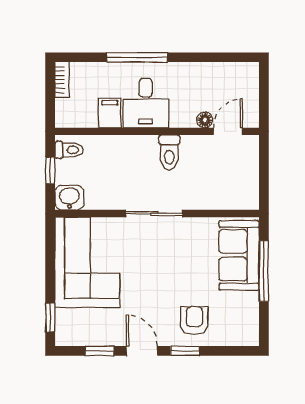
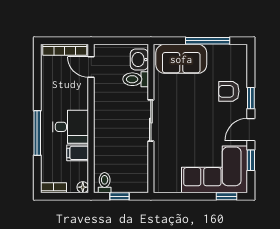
bookcase: (251, 95) -> (65, 50), added
floor lamp: (205, 120) -> (83, 187), moved
toilet: (169, 152) -> (136, 79), moved, turned 180
washbasin: (69, 198) -> (139, 60), moved
corner sofa: (87, 262) -> (214, 169), moved
window: (264, 271) -> (208, 41), moved

